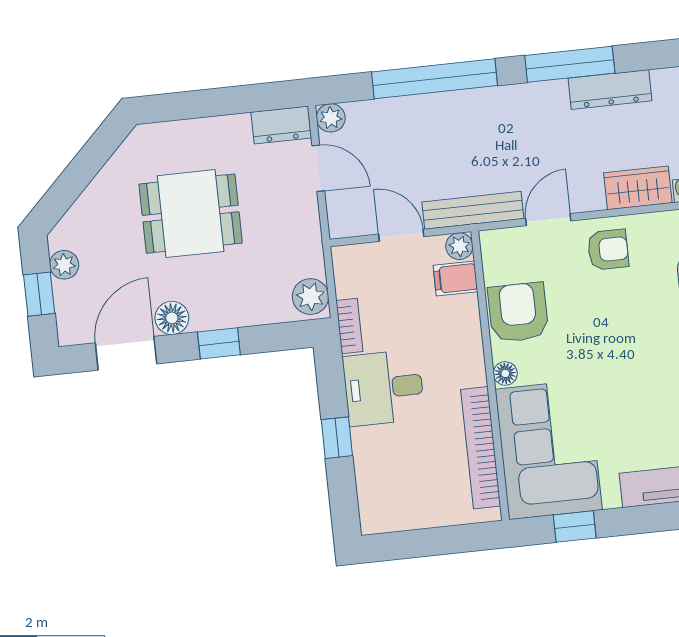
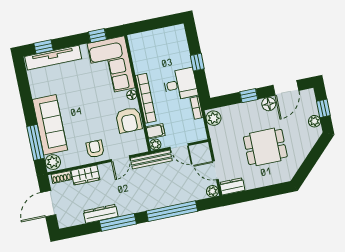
armchair: (608, 250) -> (95, 149), turned 90
bookcase: (481, 448) -> (146, 98), moved

